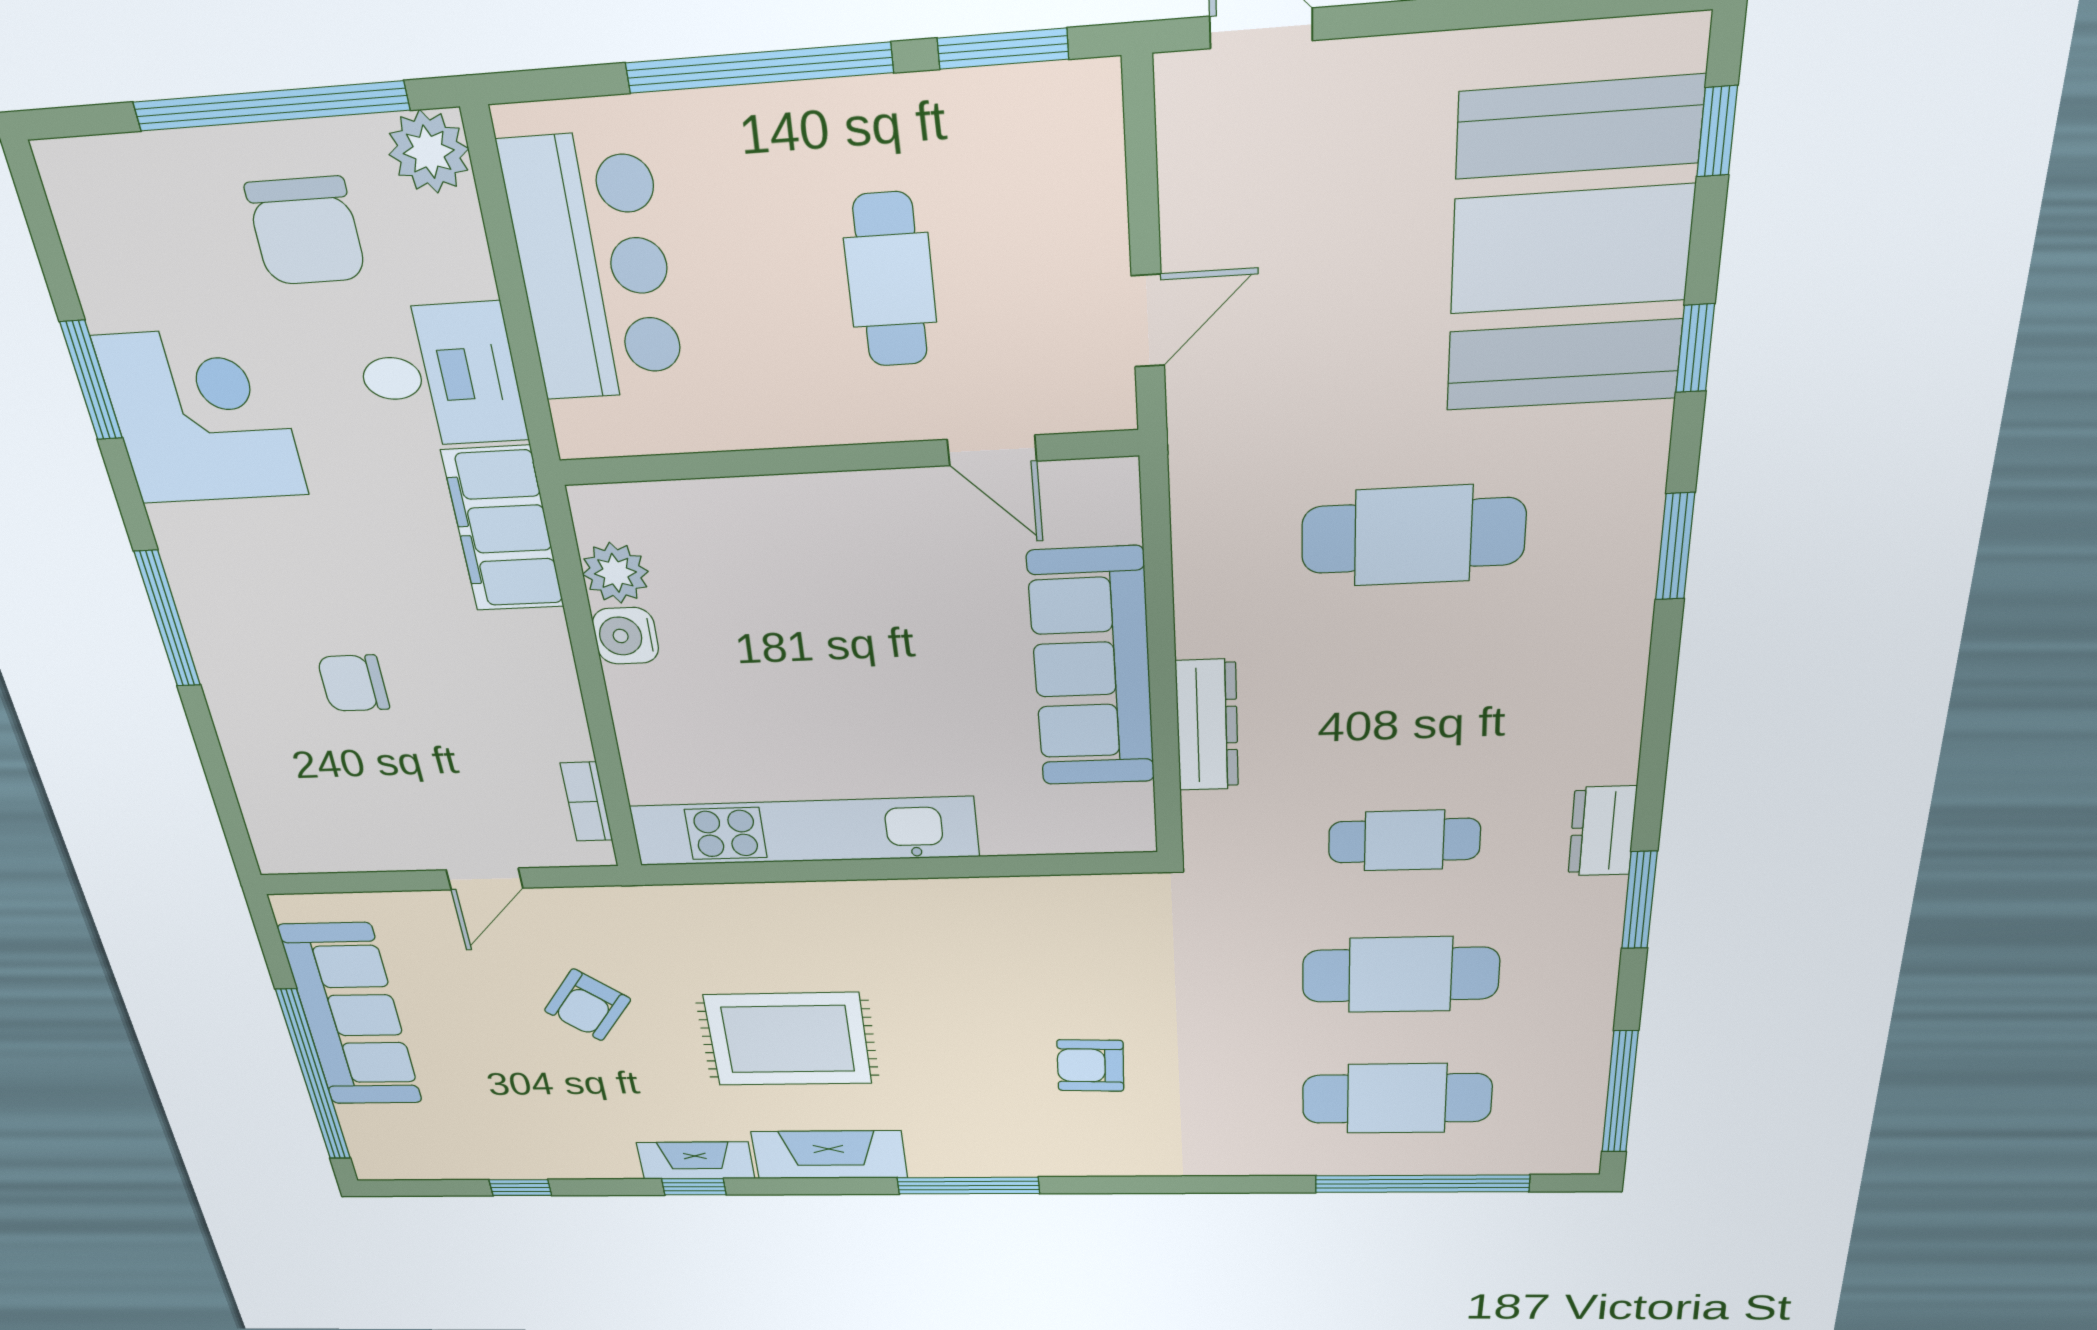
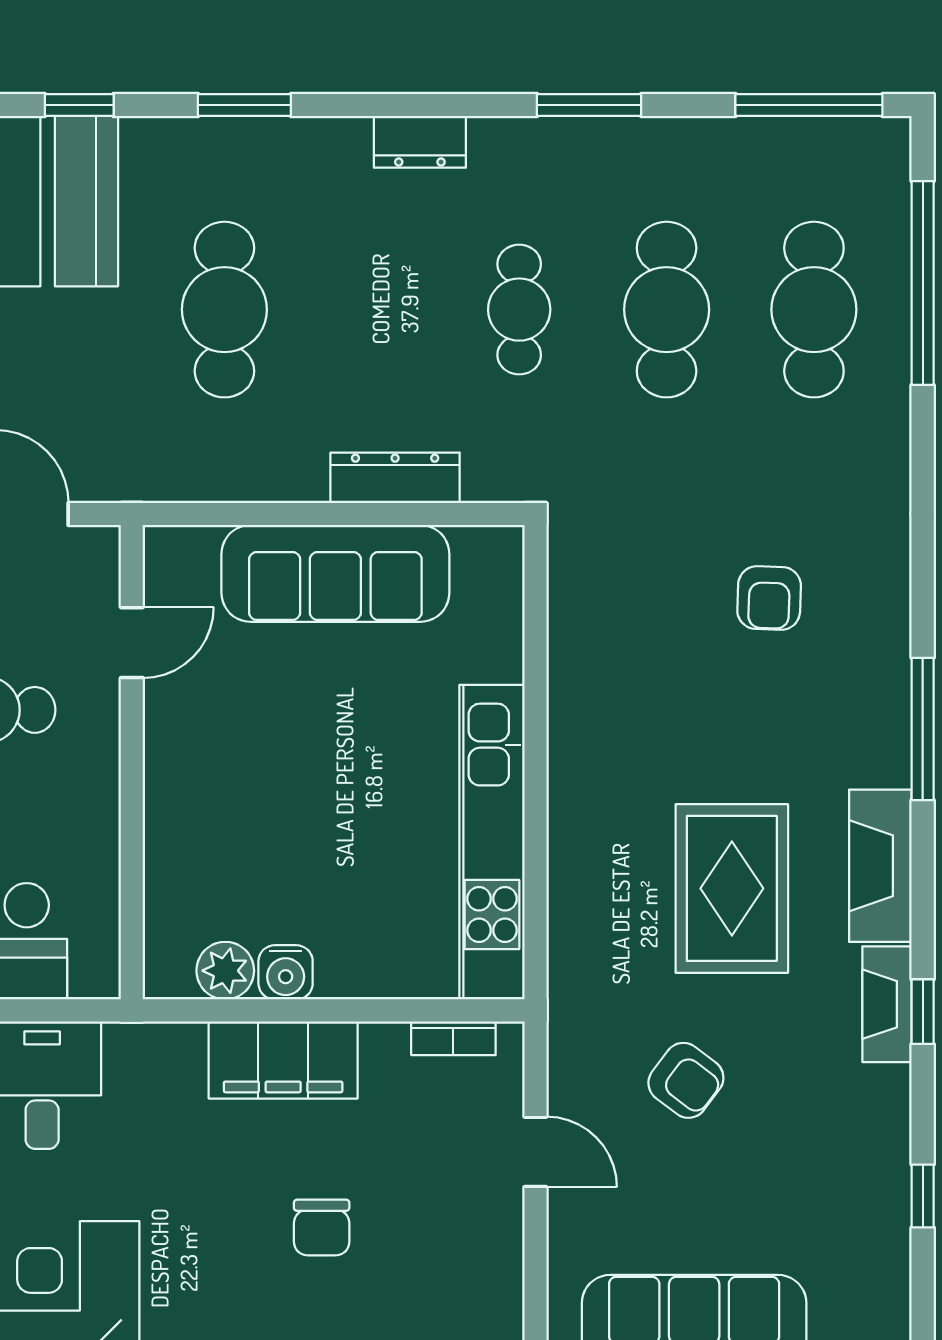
filing cabinet: (503, 529) -> (283, 1060), moved
dresser: (1602, 831) -> (420, 142), moved

